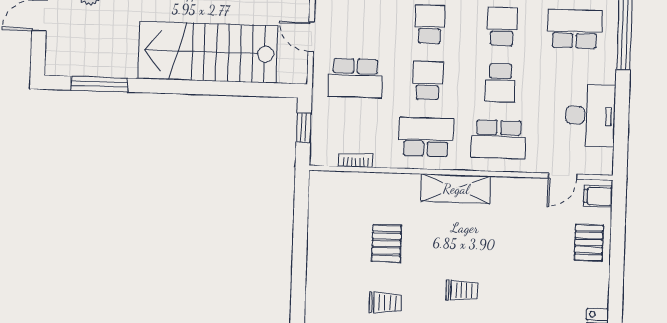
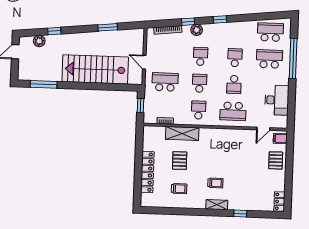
school desk: (355, 78) -> (165, 82), turned 180
school desk: (426, 137) -> (199, 110), width x0.54
shelving: (456, 189) -> (182, 133), moved
locker: (318, 268) -> (147, 172), added

